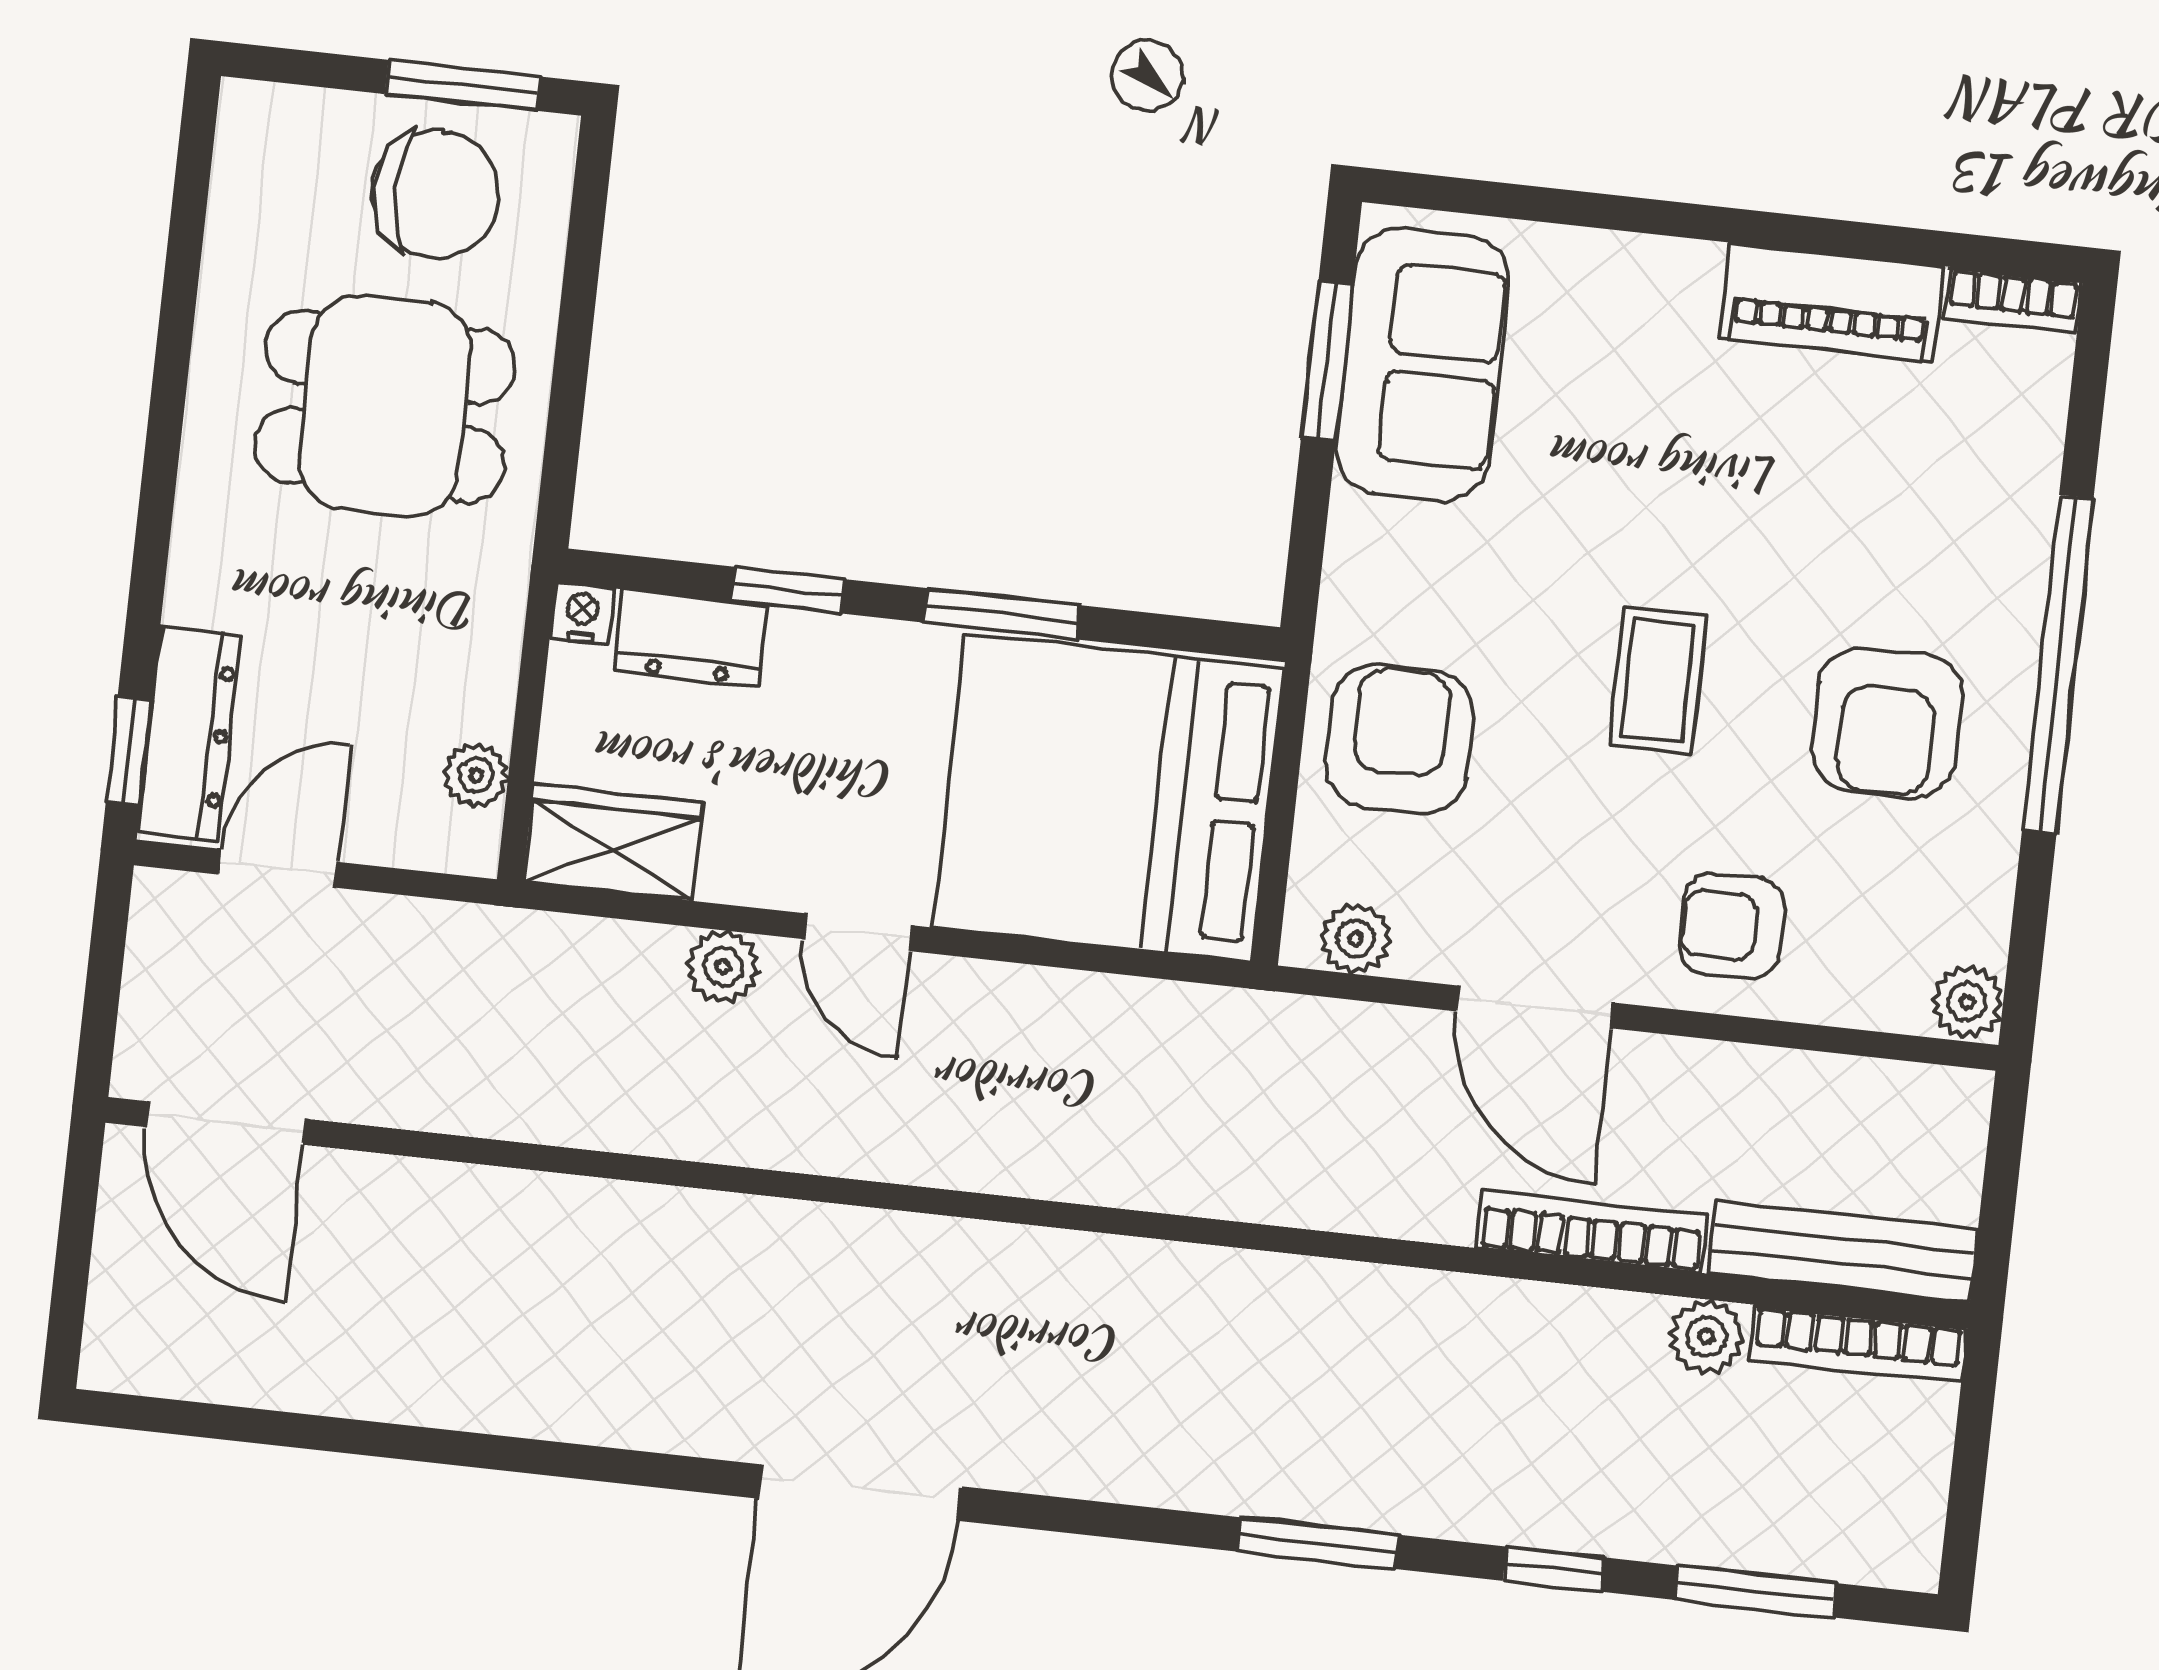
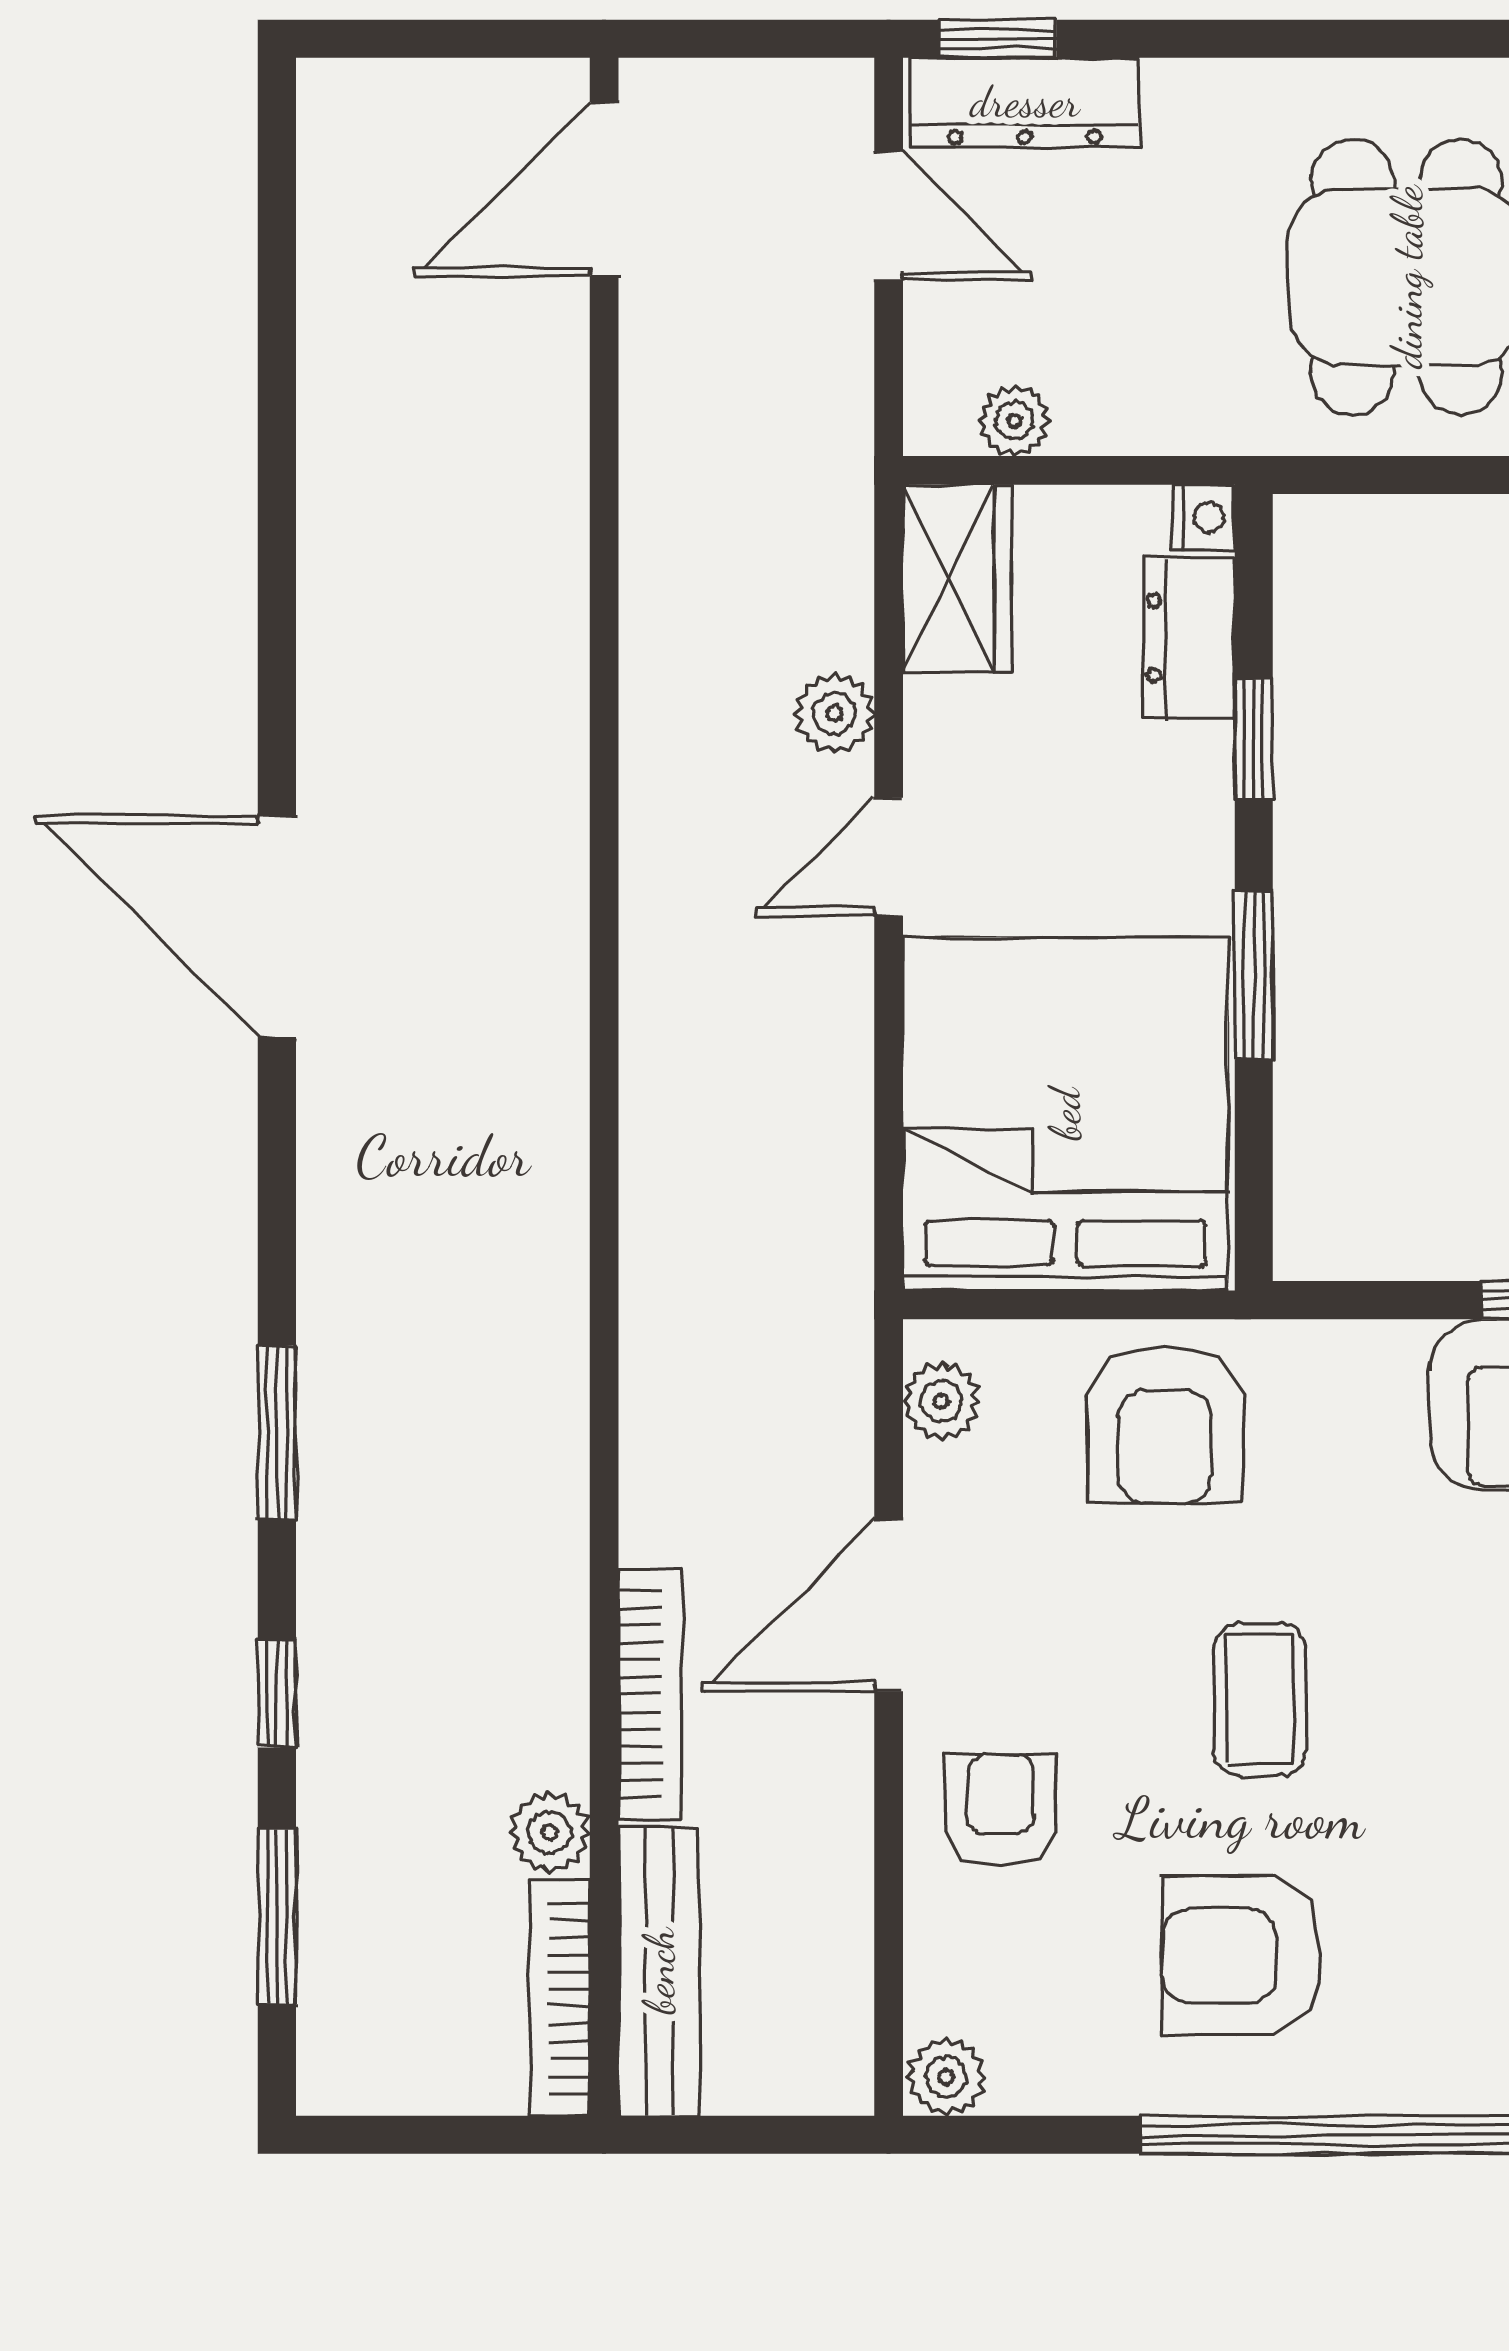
coffee table: (1658, 681) -> (1260, 1700), turned 90
armchair: (1399, 739) -> (1165, 1425), turned 90

